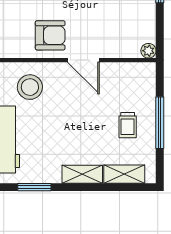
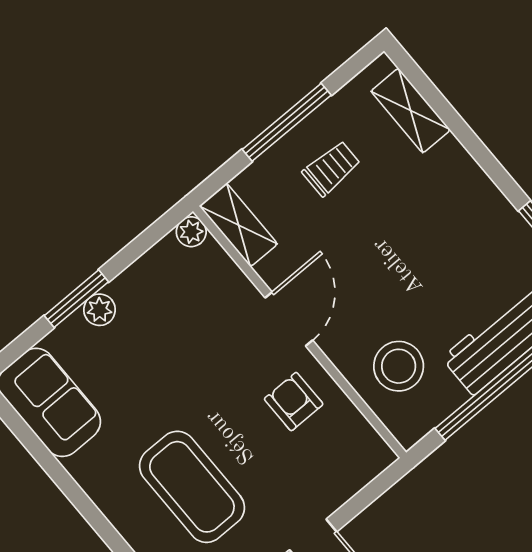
armchair: (50, 35) -> (294, 402), width x0.72, depth x0.72
shelving: (82, 174) -> (238, 225), moved

